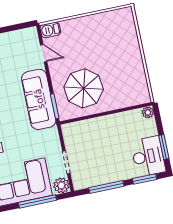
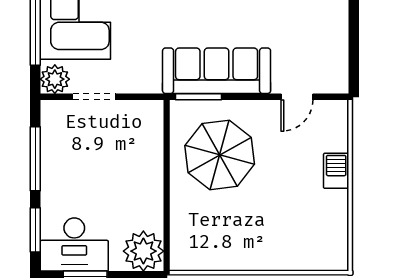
barbecue: (50, 30) -> (336, 171), moved
plant: (148, 112) -> (143, 251), width x1.87, depth x1.87

